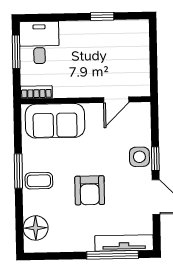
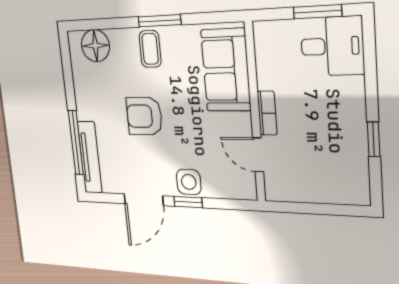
bookcase: (36, 92) -> (267, 113), moved

